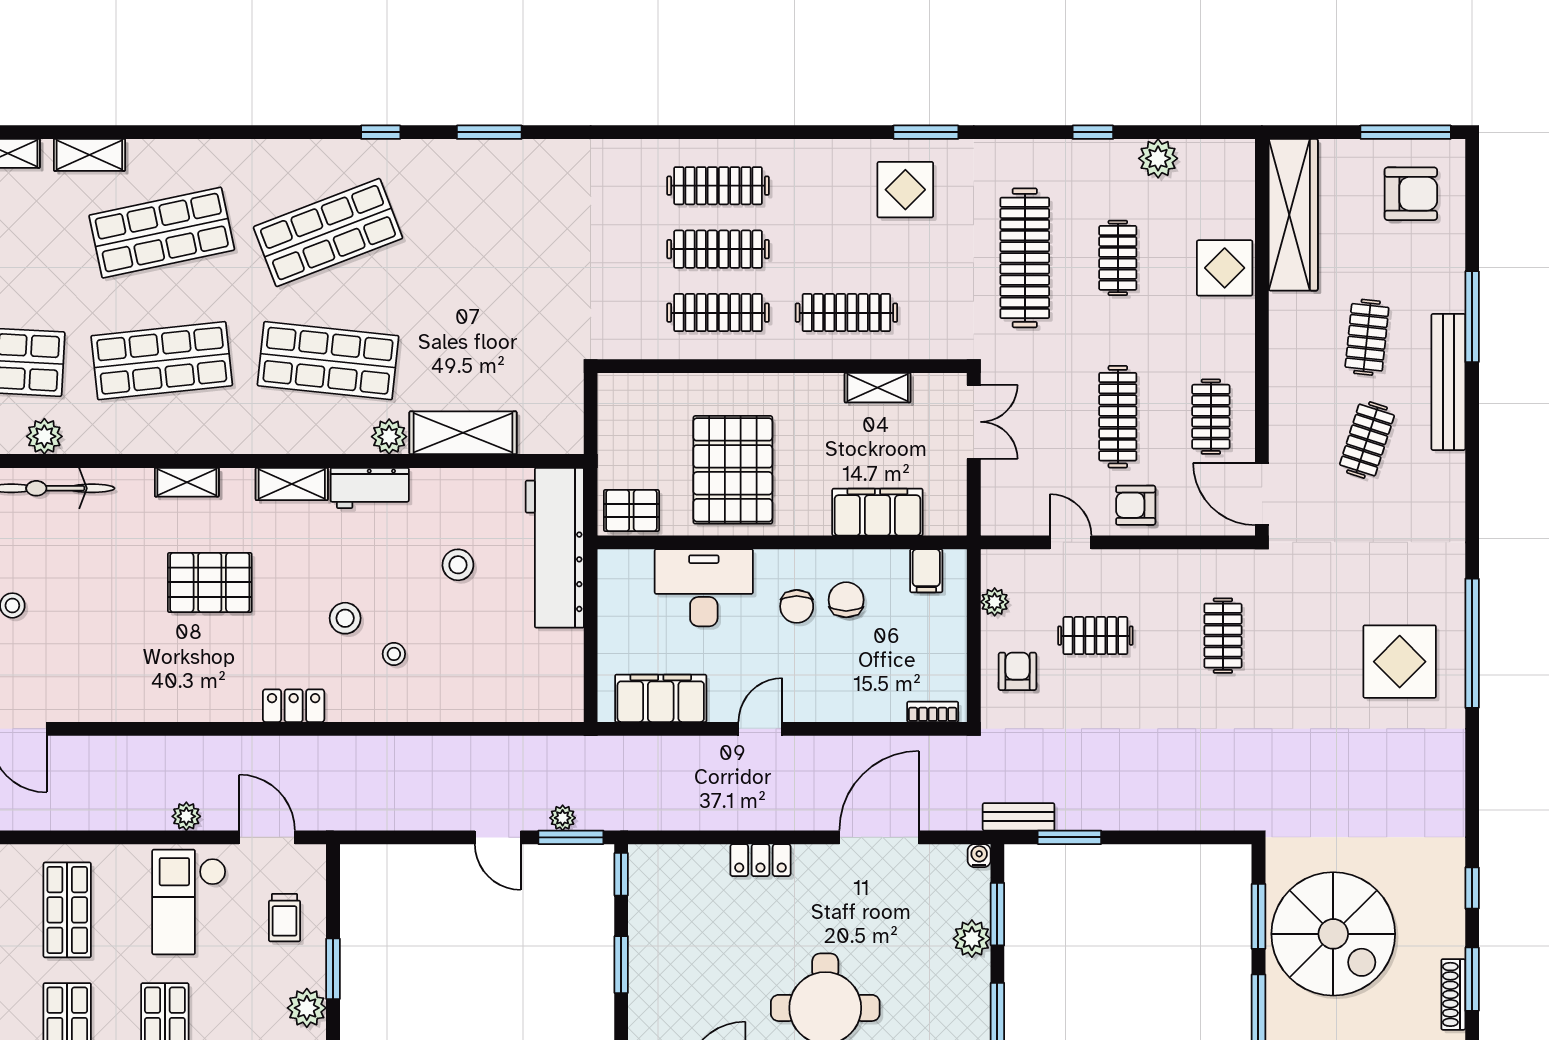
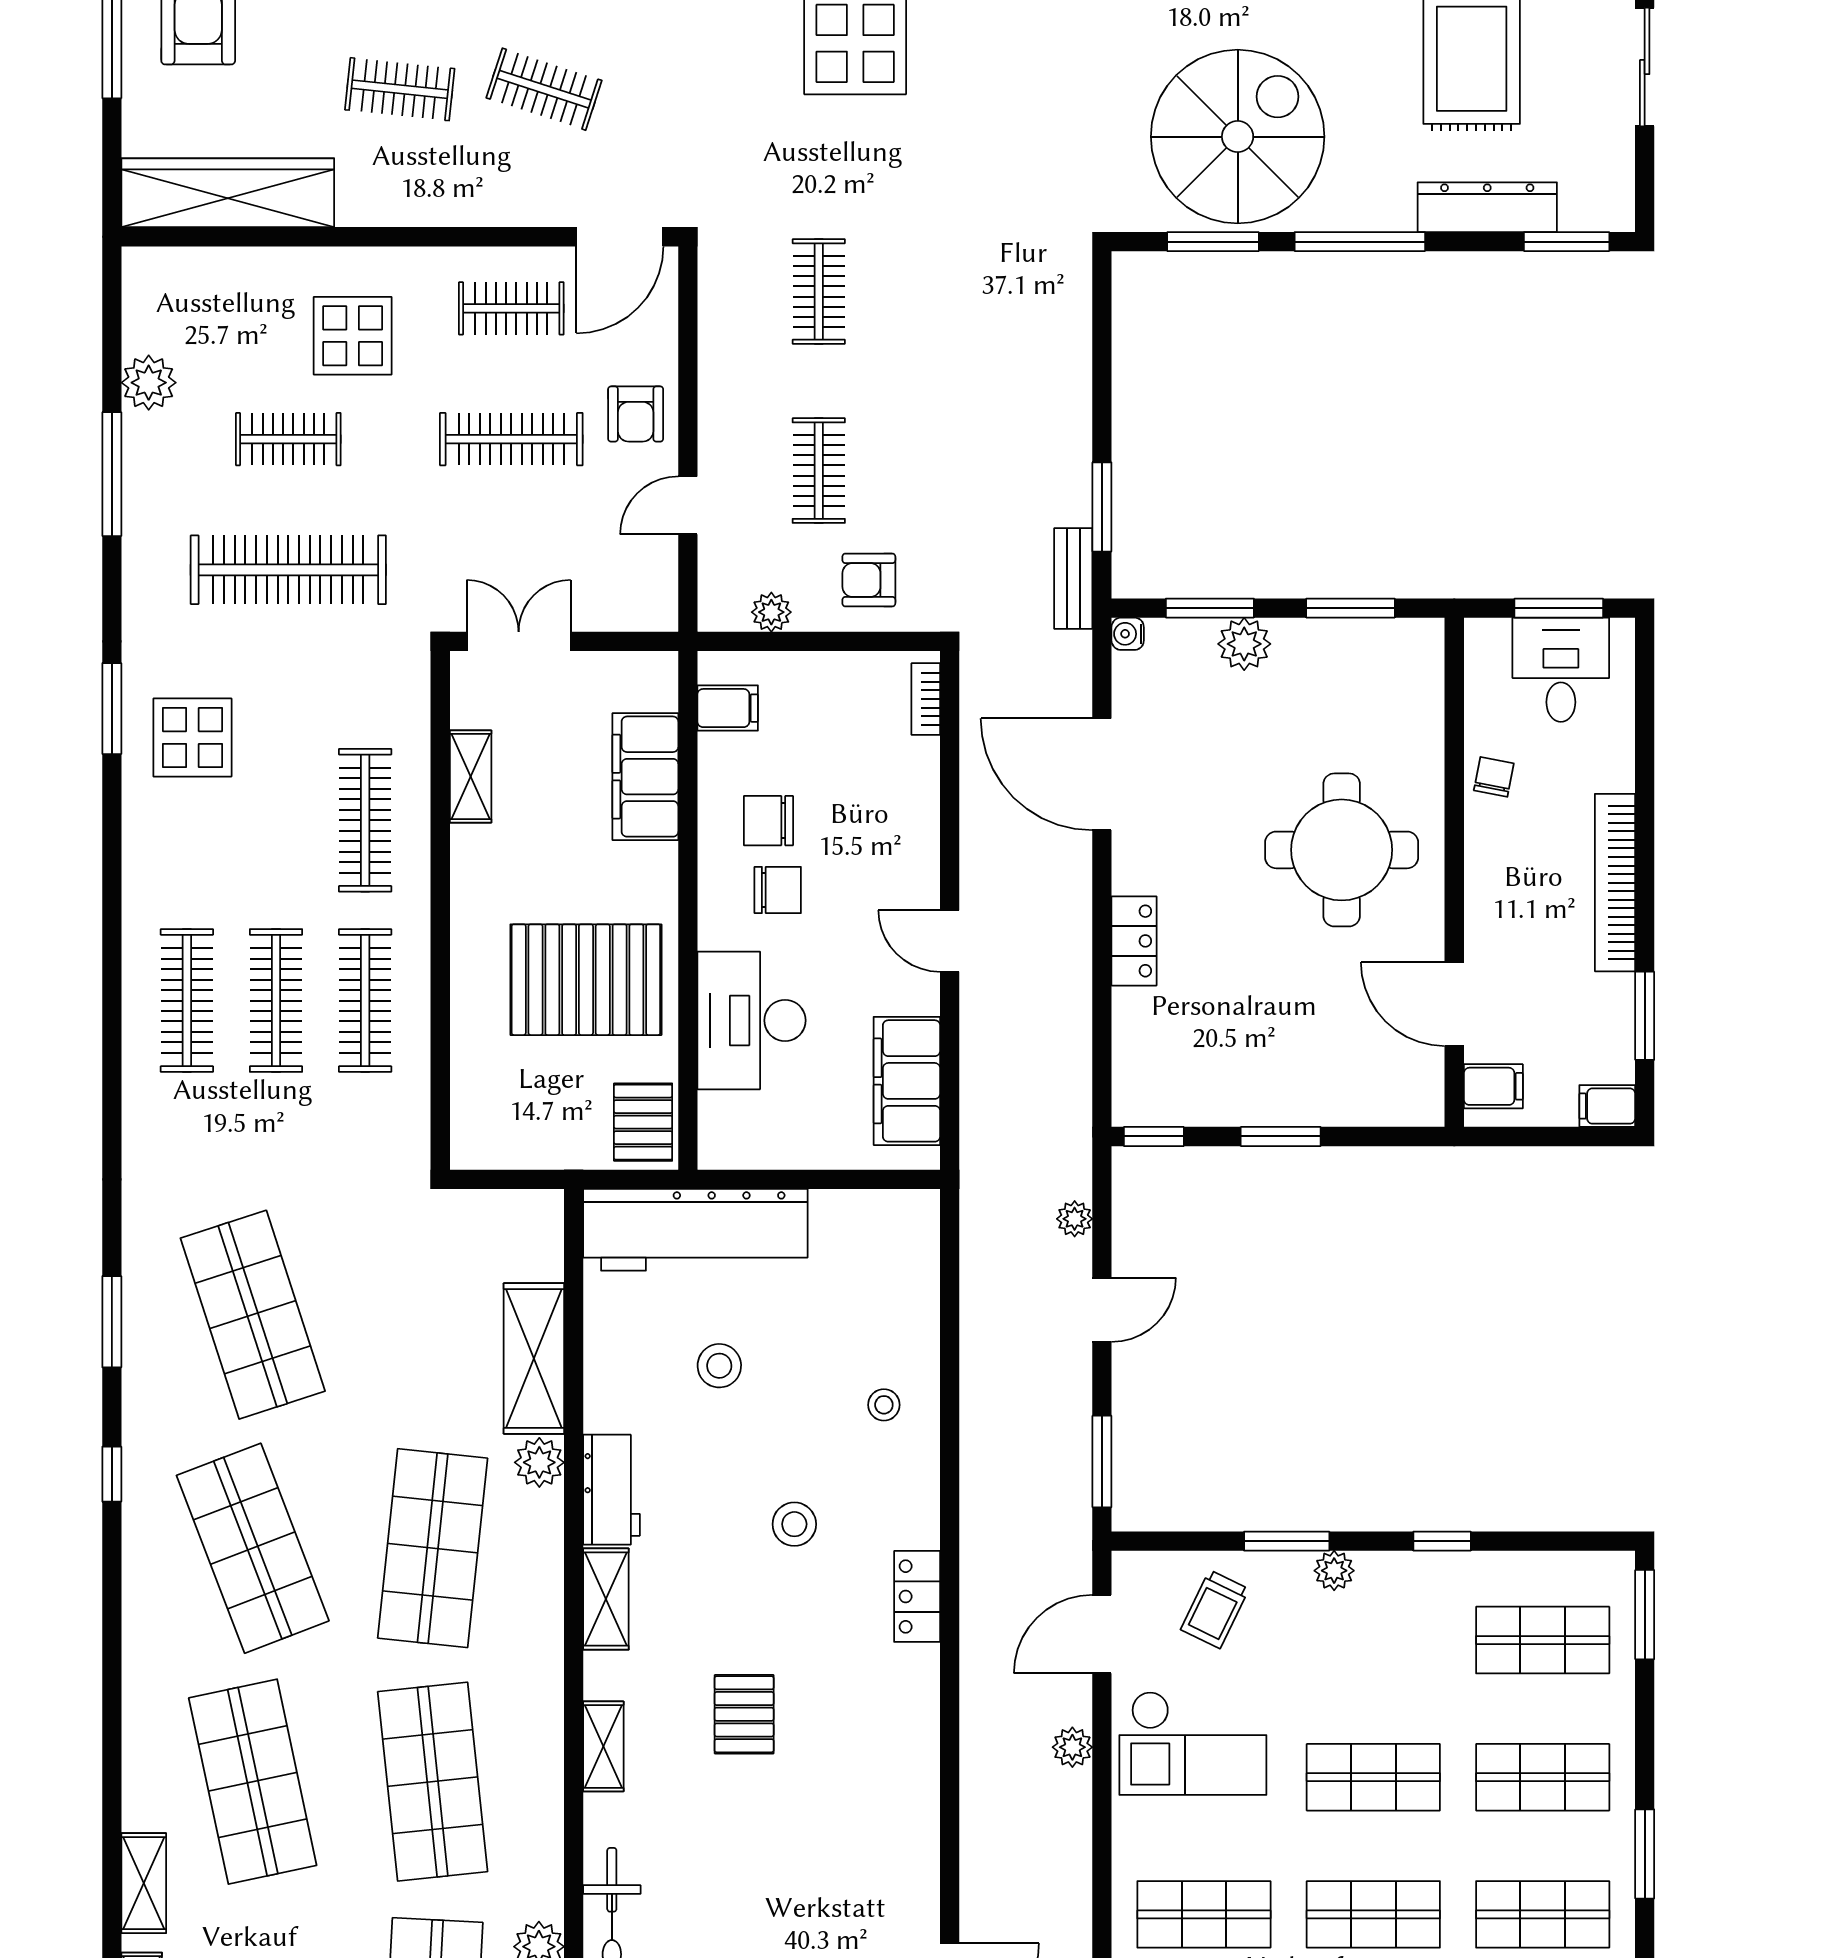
window: (1093, 132) -> (112, 474), width x2.17
shop shelf: (494, 233) -> (253, 1315), added
display table: (1225, 268) -> (353, 336), moved
pallet: (210, 582) -> (744, 1714), width x0.67, depth x0.71
clothes rail: (1223, 636) -> (819, 292), turned 90
stool: (394, 654) -> (884, 1405), moved
window: (571, 837) -> (1102, 1462), moved
trolley: (285, 918) -> (1215, 1609), turned 116
plant: (307, 1008) -> (1334, 1571), width x0.73, depth x0.73

